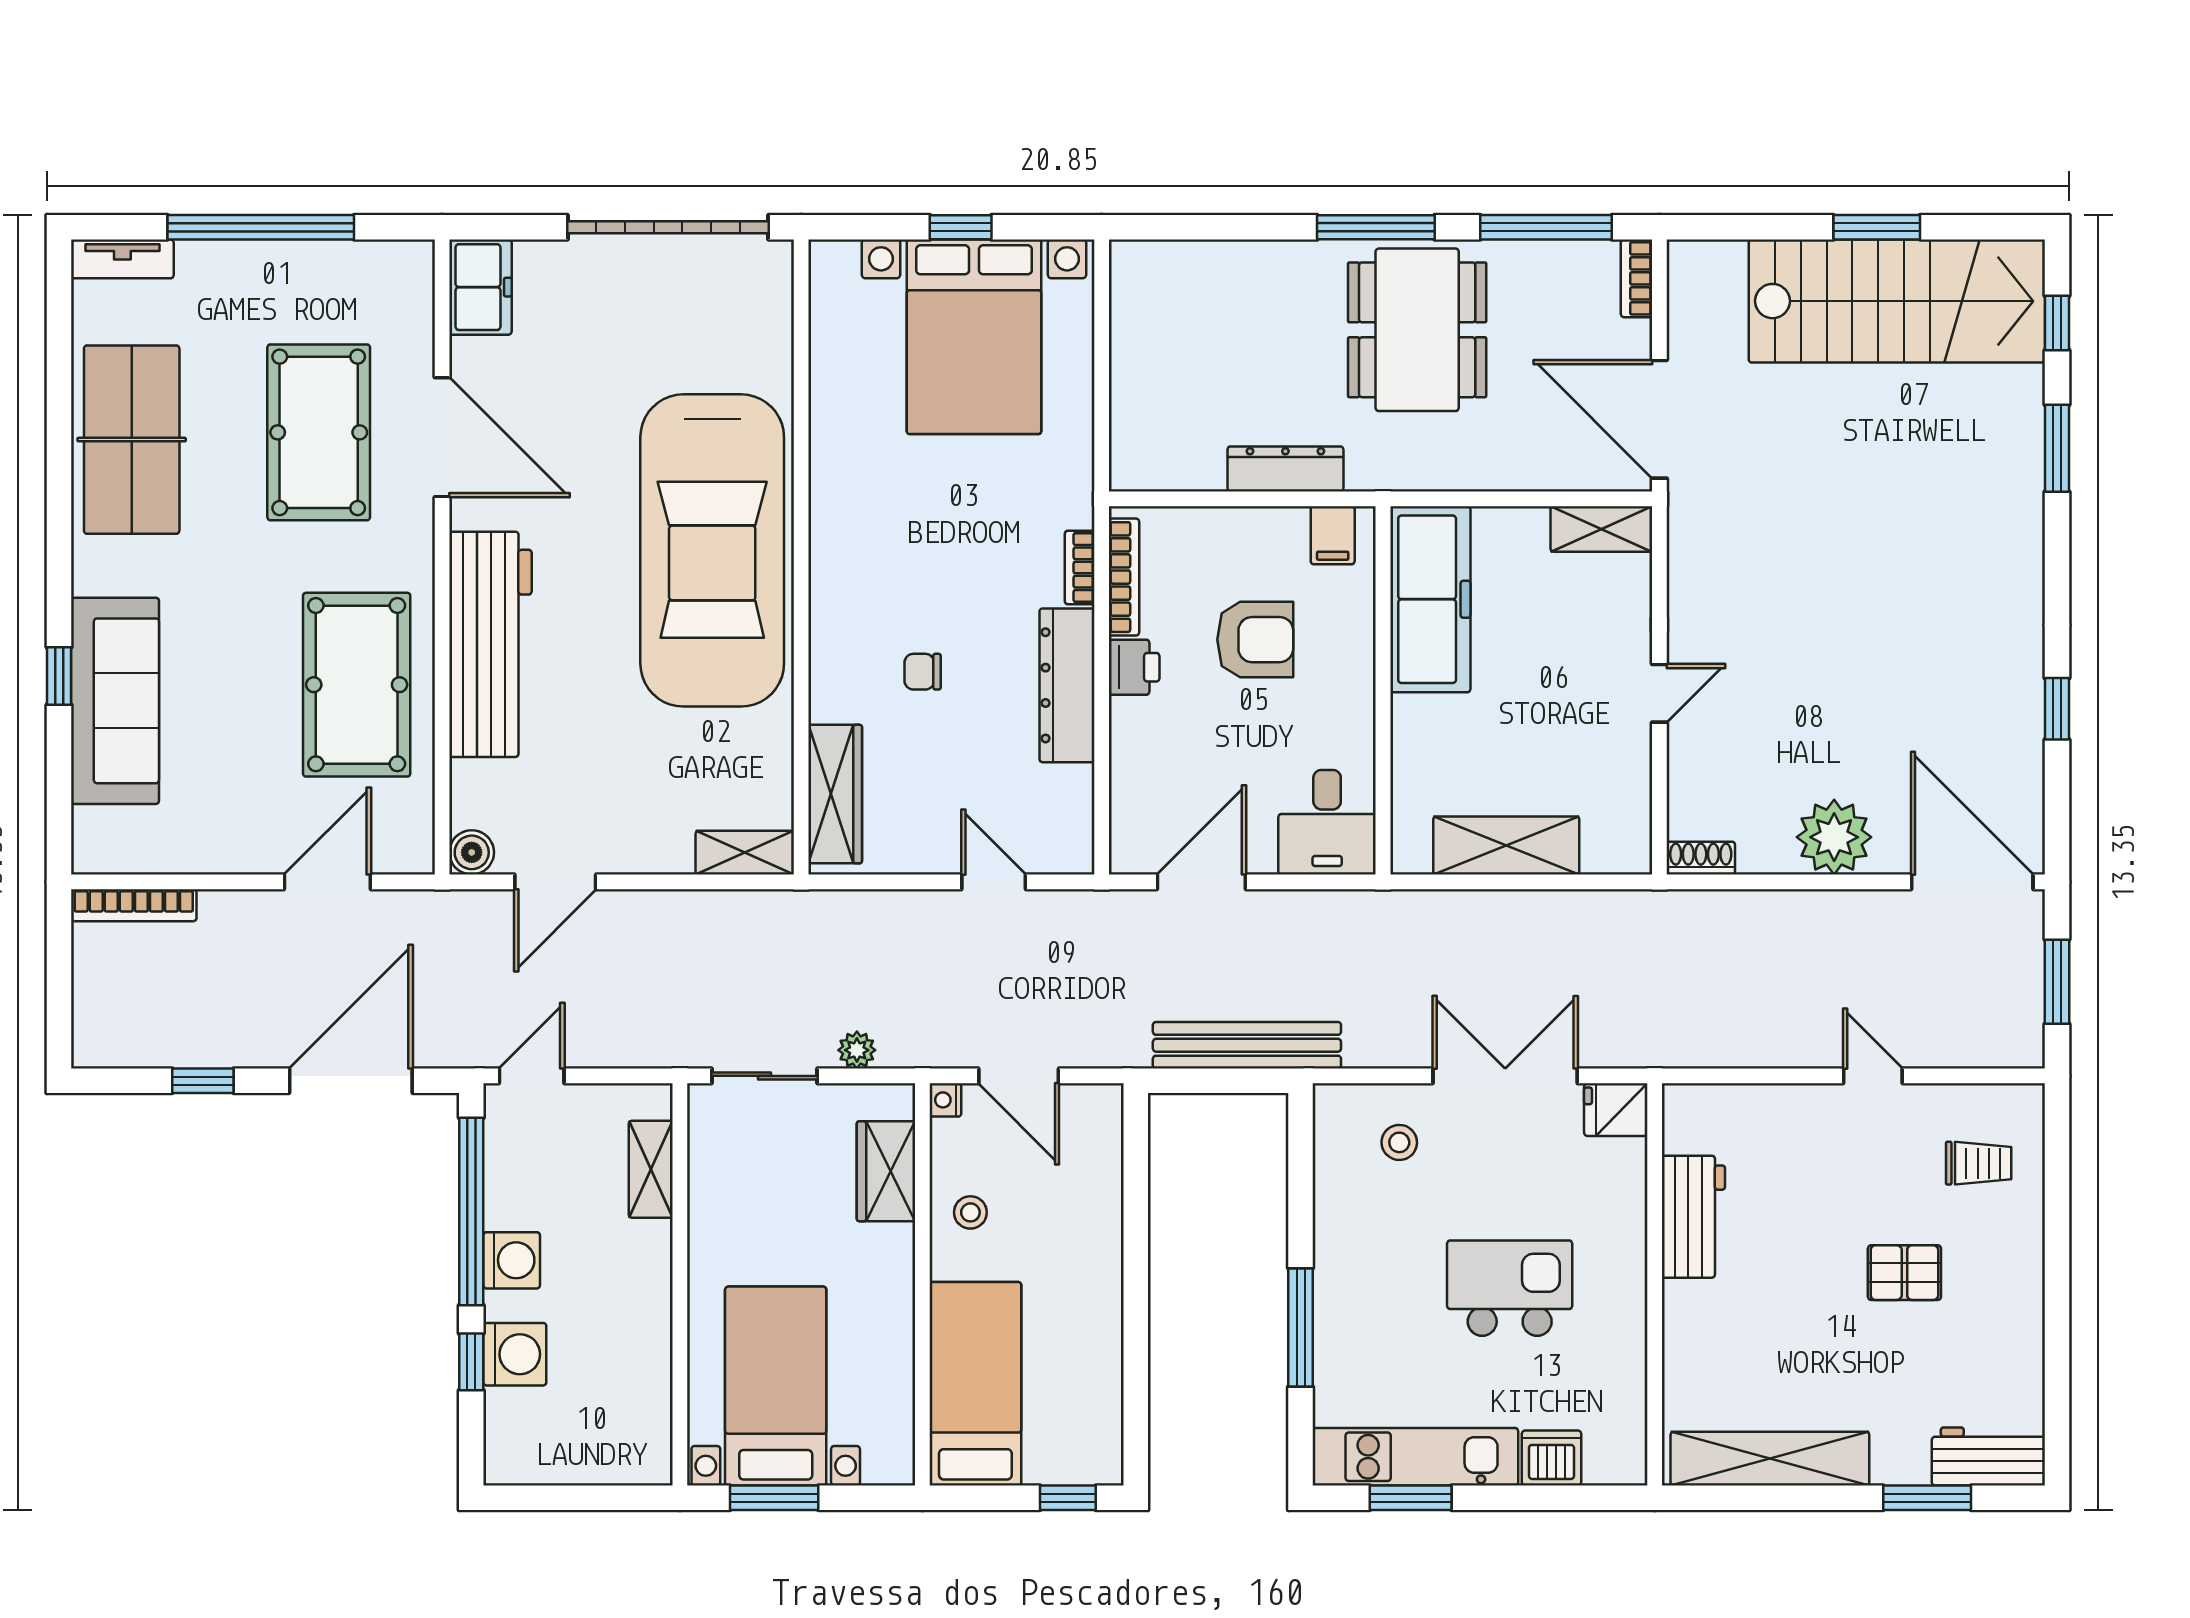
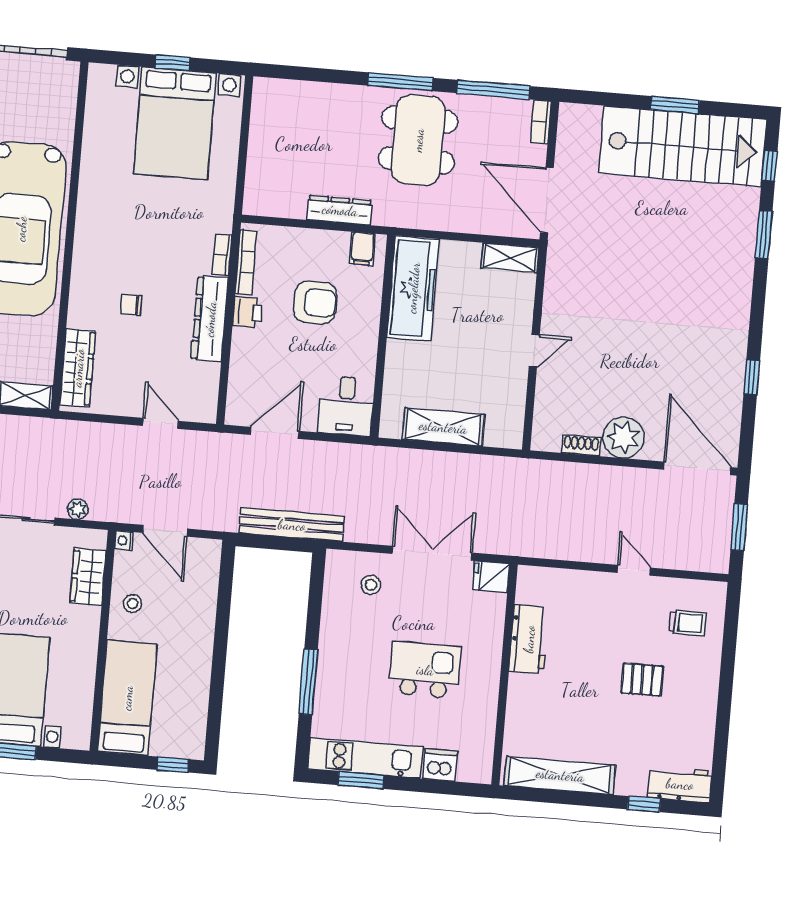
shoe rack: (1701, 858) -> (581, 445), moved
window: (1927, 1498) -> (644, 804), width x0.67

